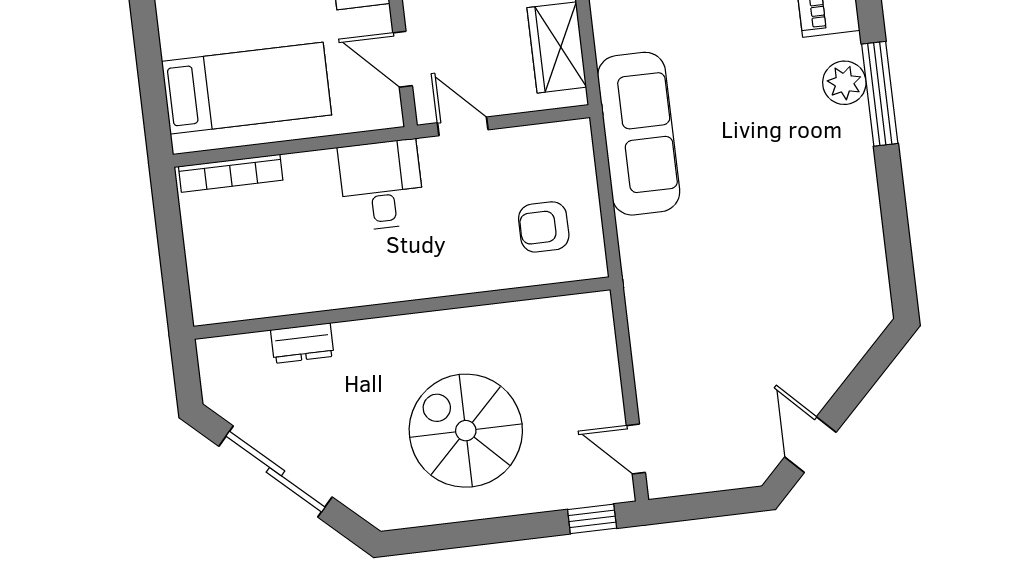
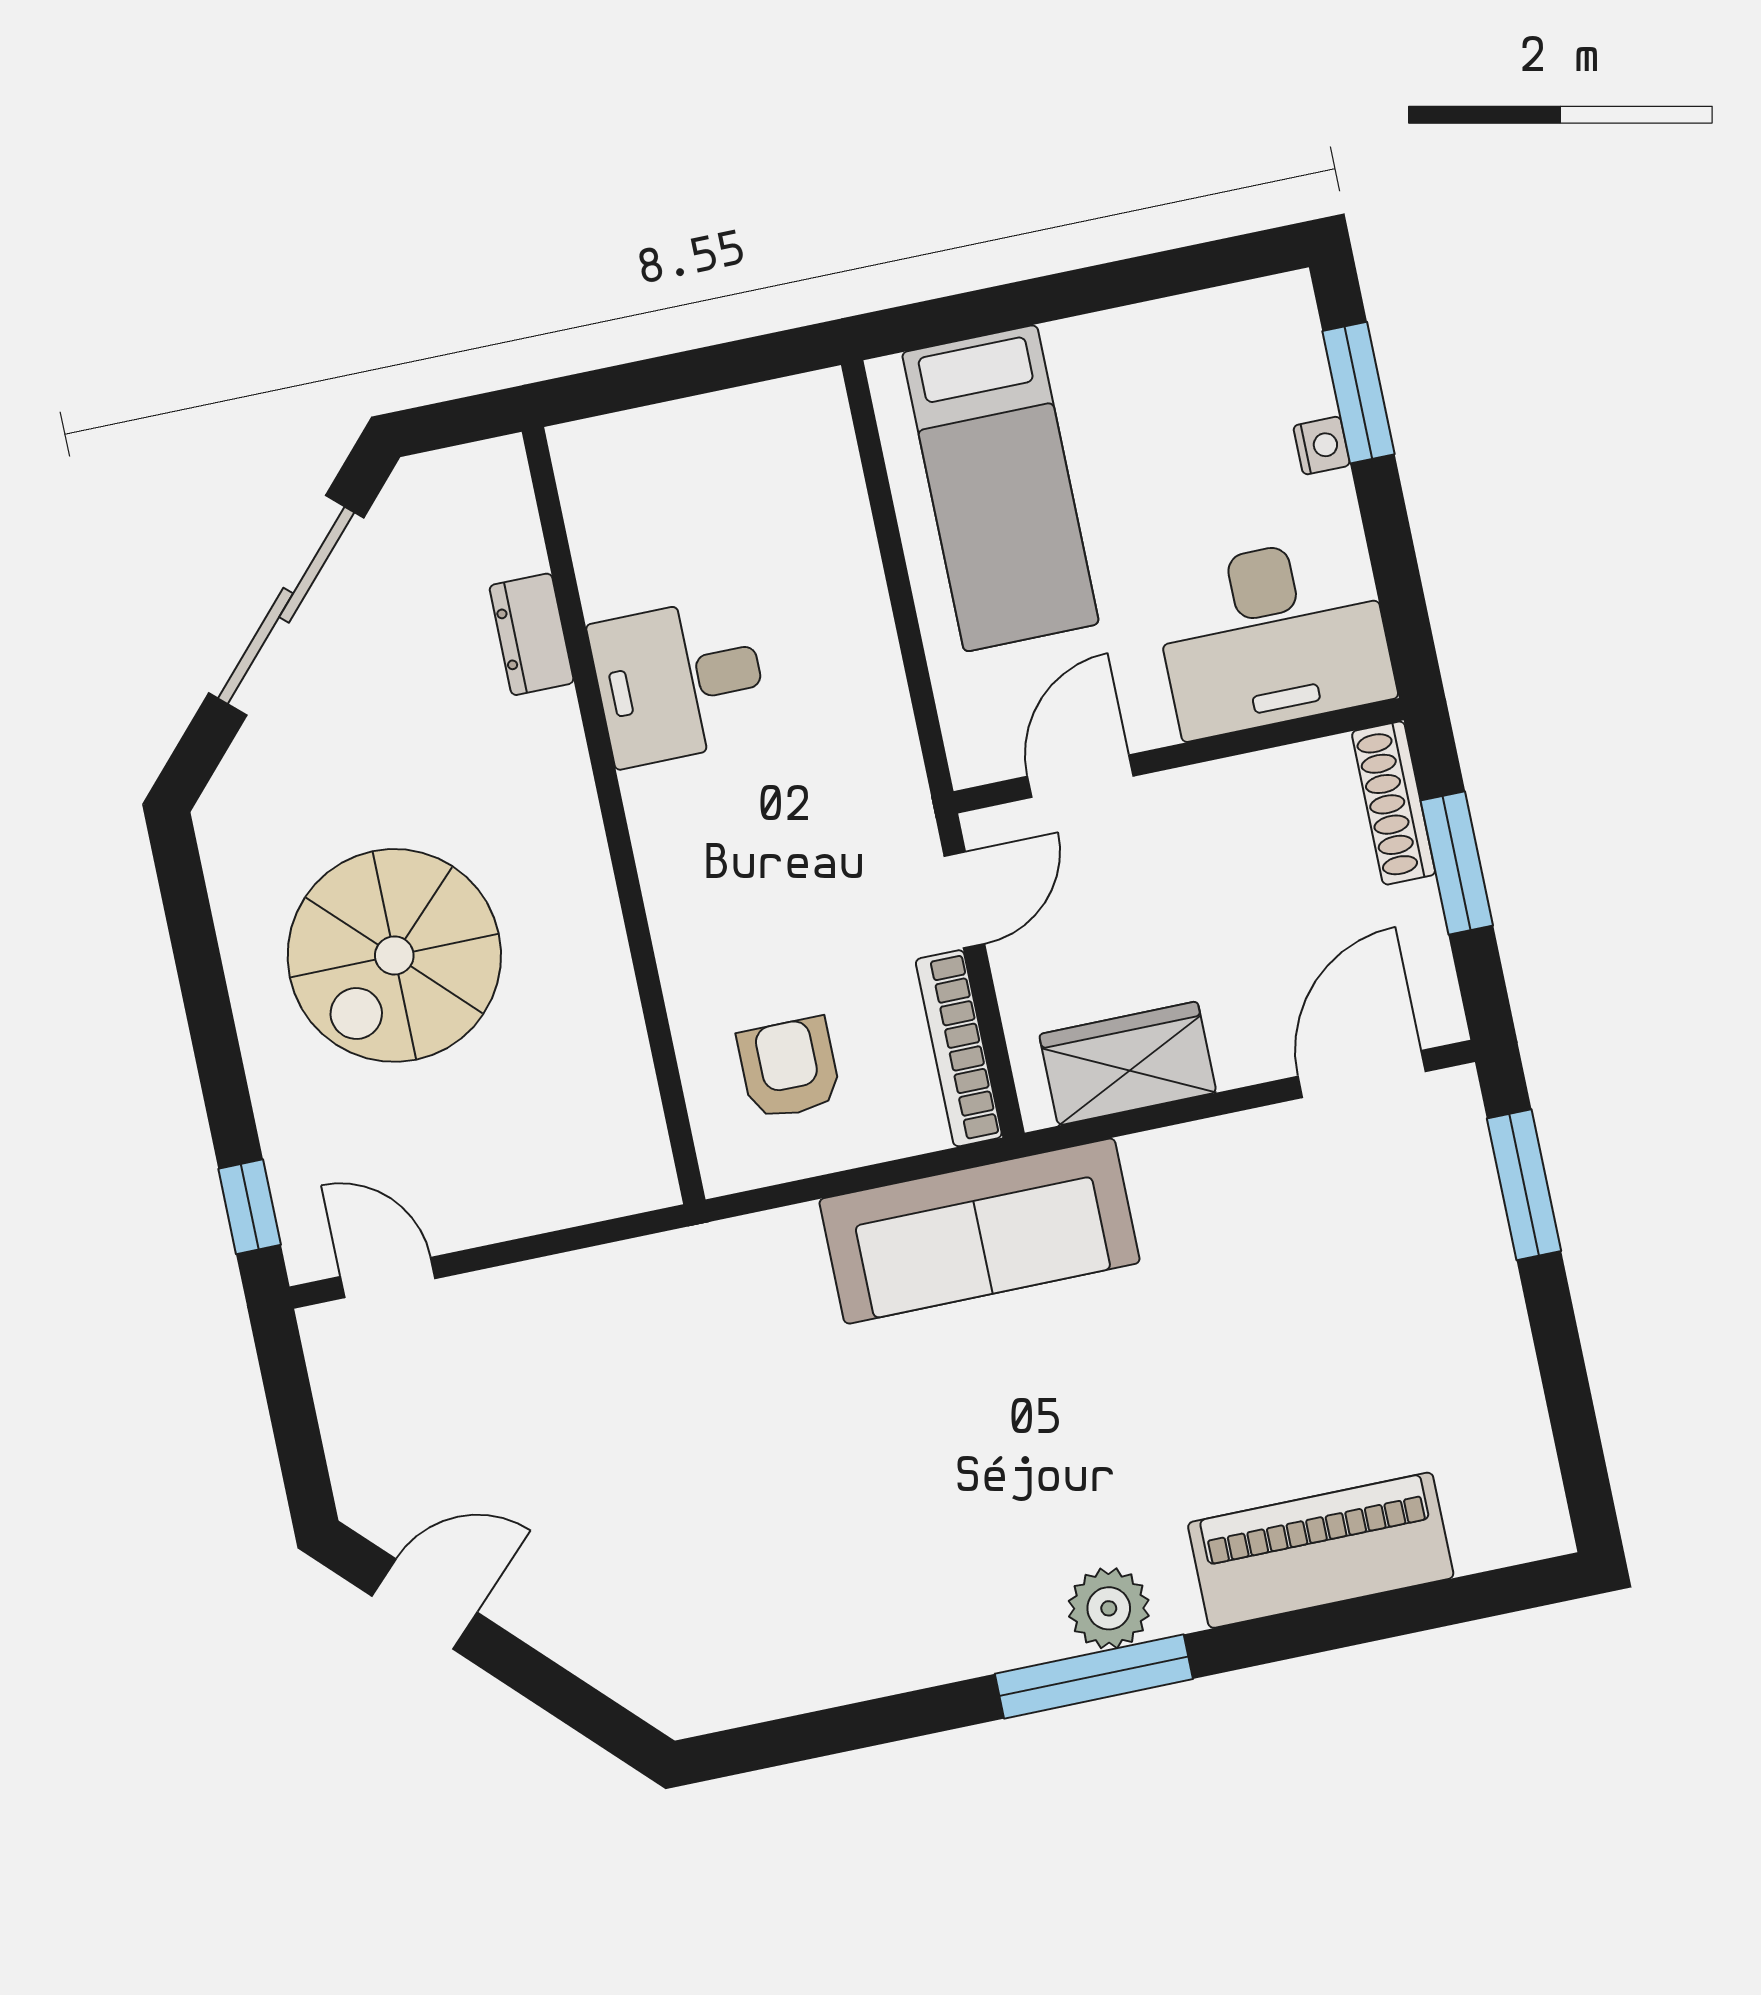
bookcase: (231, 173) -> (959, 1048), moved
desk: (381, 185) -> (679, 681), moved, turned 180
spiral stairs: (466, 431) -> (394, 955), turned 180
door: (636, 449) -> (388, 1277), hinge flipped

